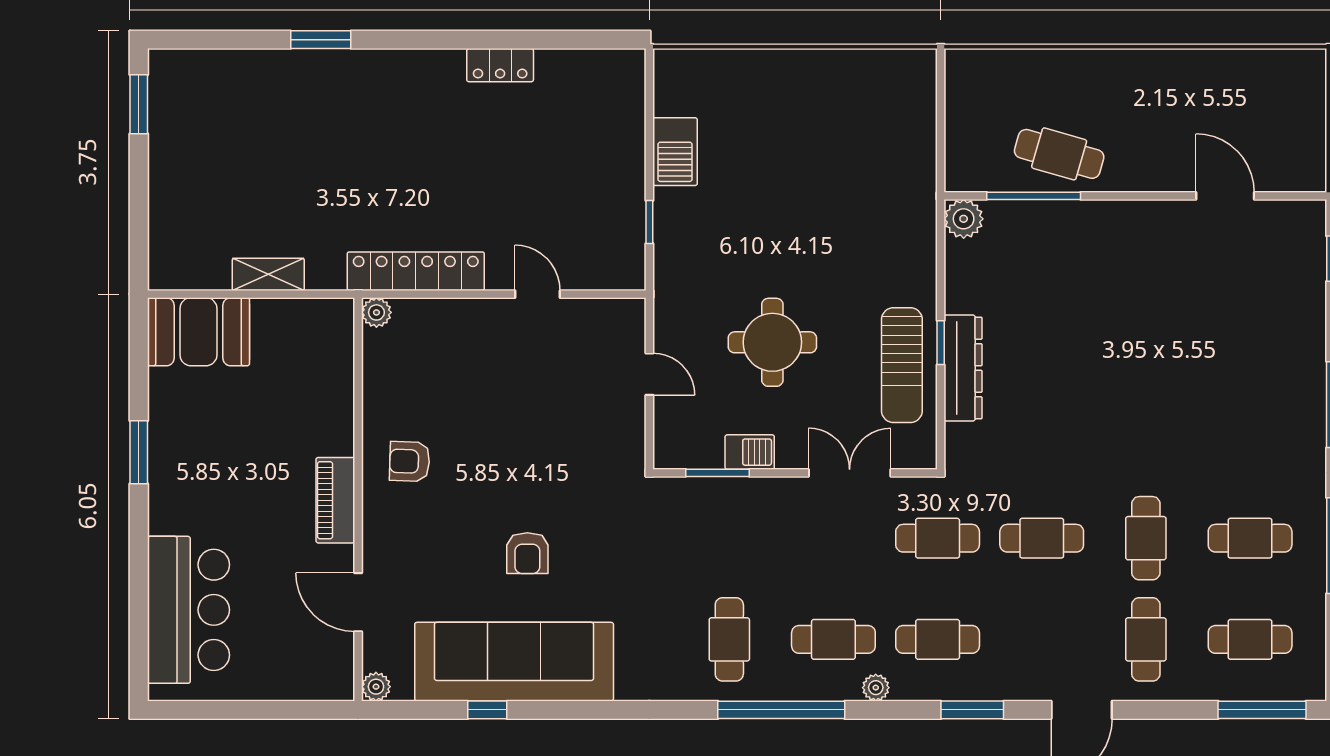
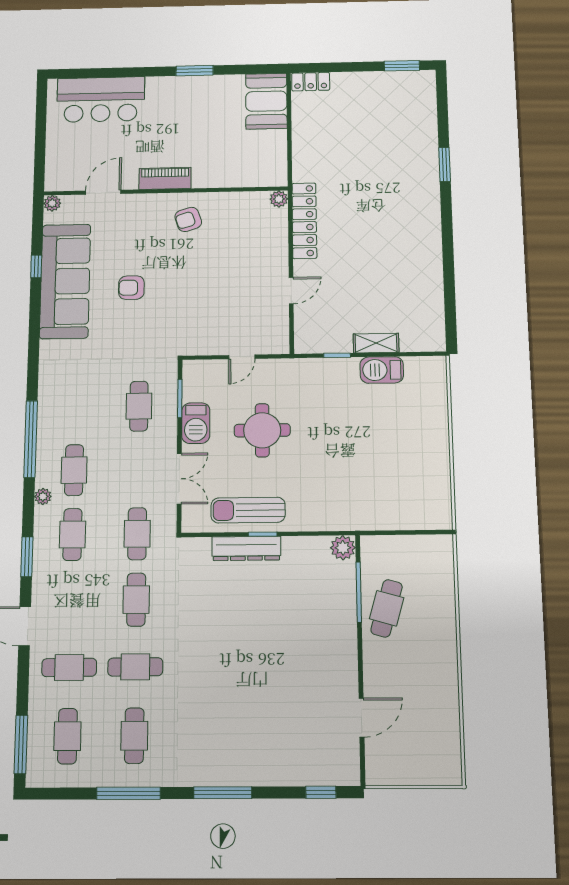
locker: (500, 65) -> (311, 82), moved, turned -90
shelving: (268, 274) -> (376, 343), moved, turned 90
barbecue: (750, 452) -> (196, 423), width x1.38, depth x1.27
armchair: (410, 461) -> (188, 219), turned -110
cafe table: (729, 639) -> (139, 406), moved, turned 90

